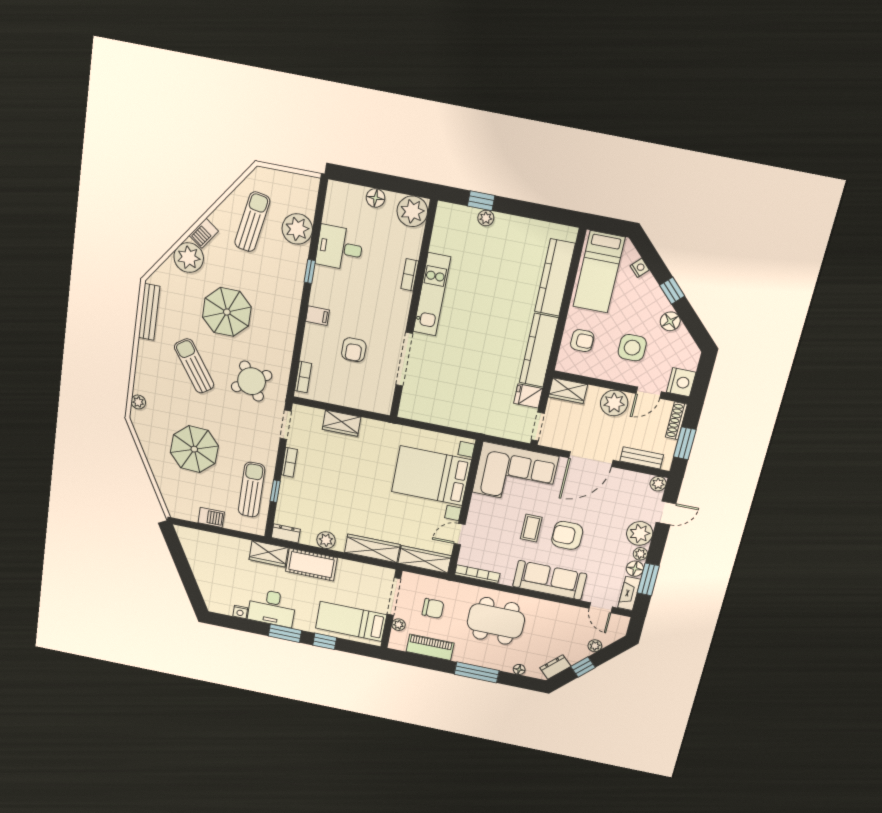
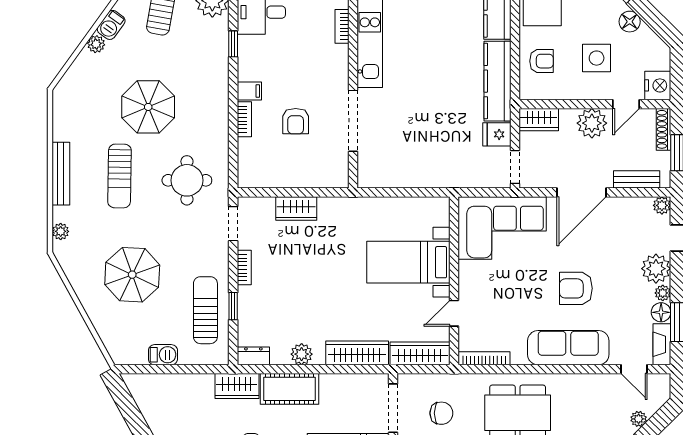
plant: (189, 258) -> (96, 44), width x0.53, depth x0.53
bench: (149, 312) -> (61, 174), moved
sun lounger: (194, 366) -> (119, 176), turned -144
bookcase: (303, 377) -> (244, 119), moved
round table: (252, 381) -> (187, 180), turned 32
bed with nightstands: (431, 476) -> (408, 262), width x0.73
coffee table: (531, 528) -> (534, 288), removed

